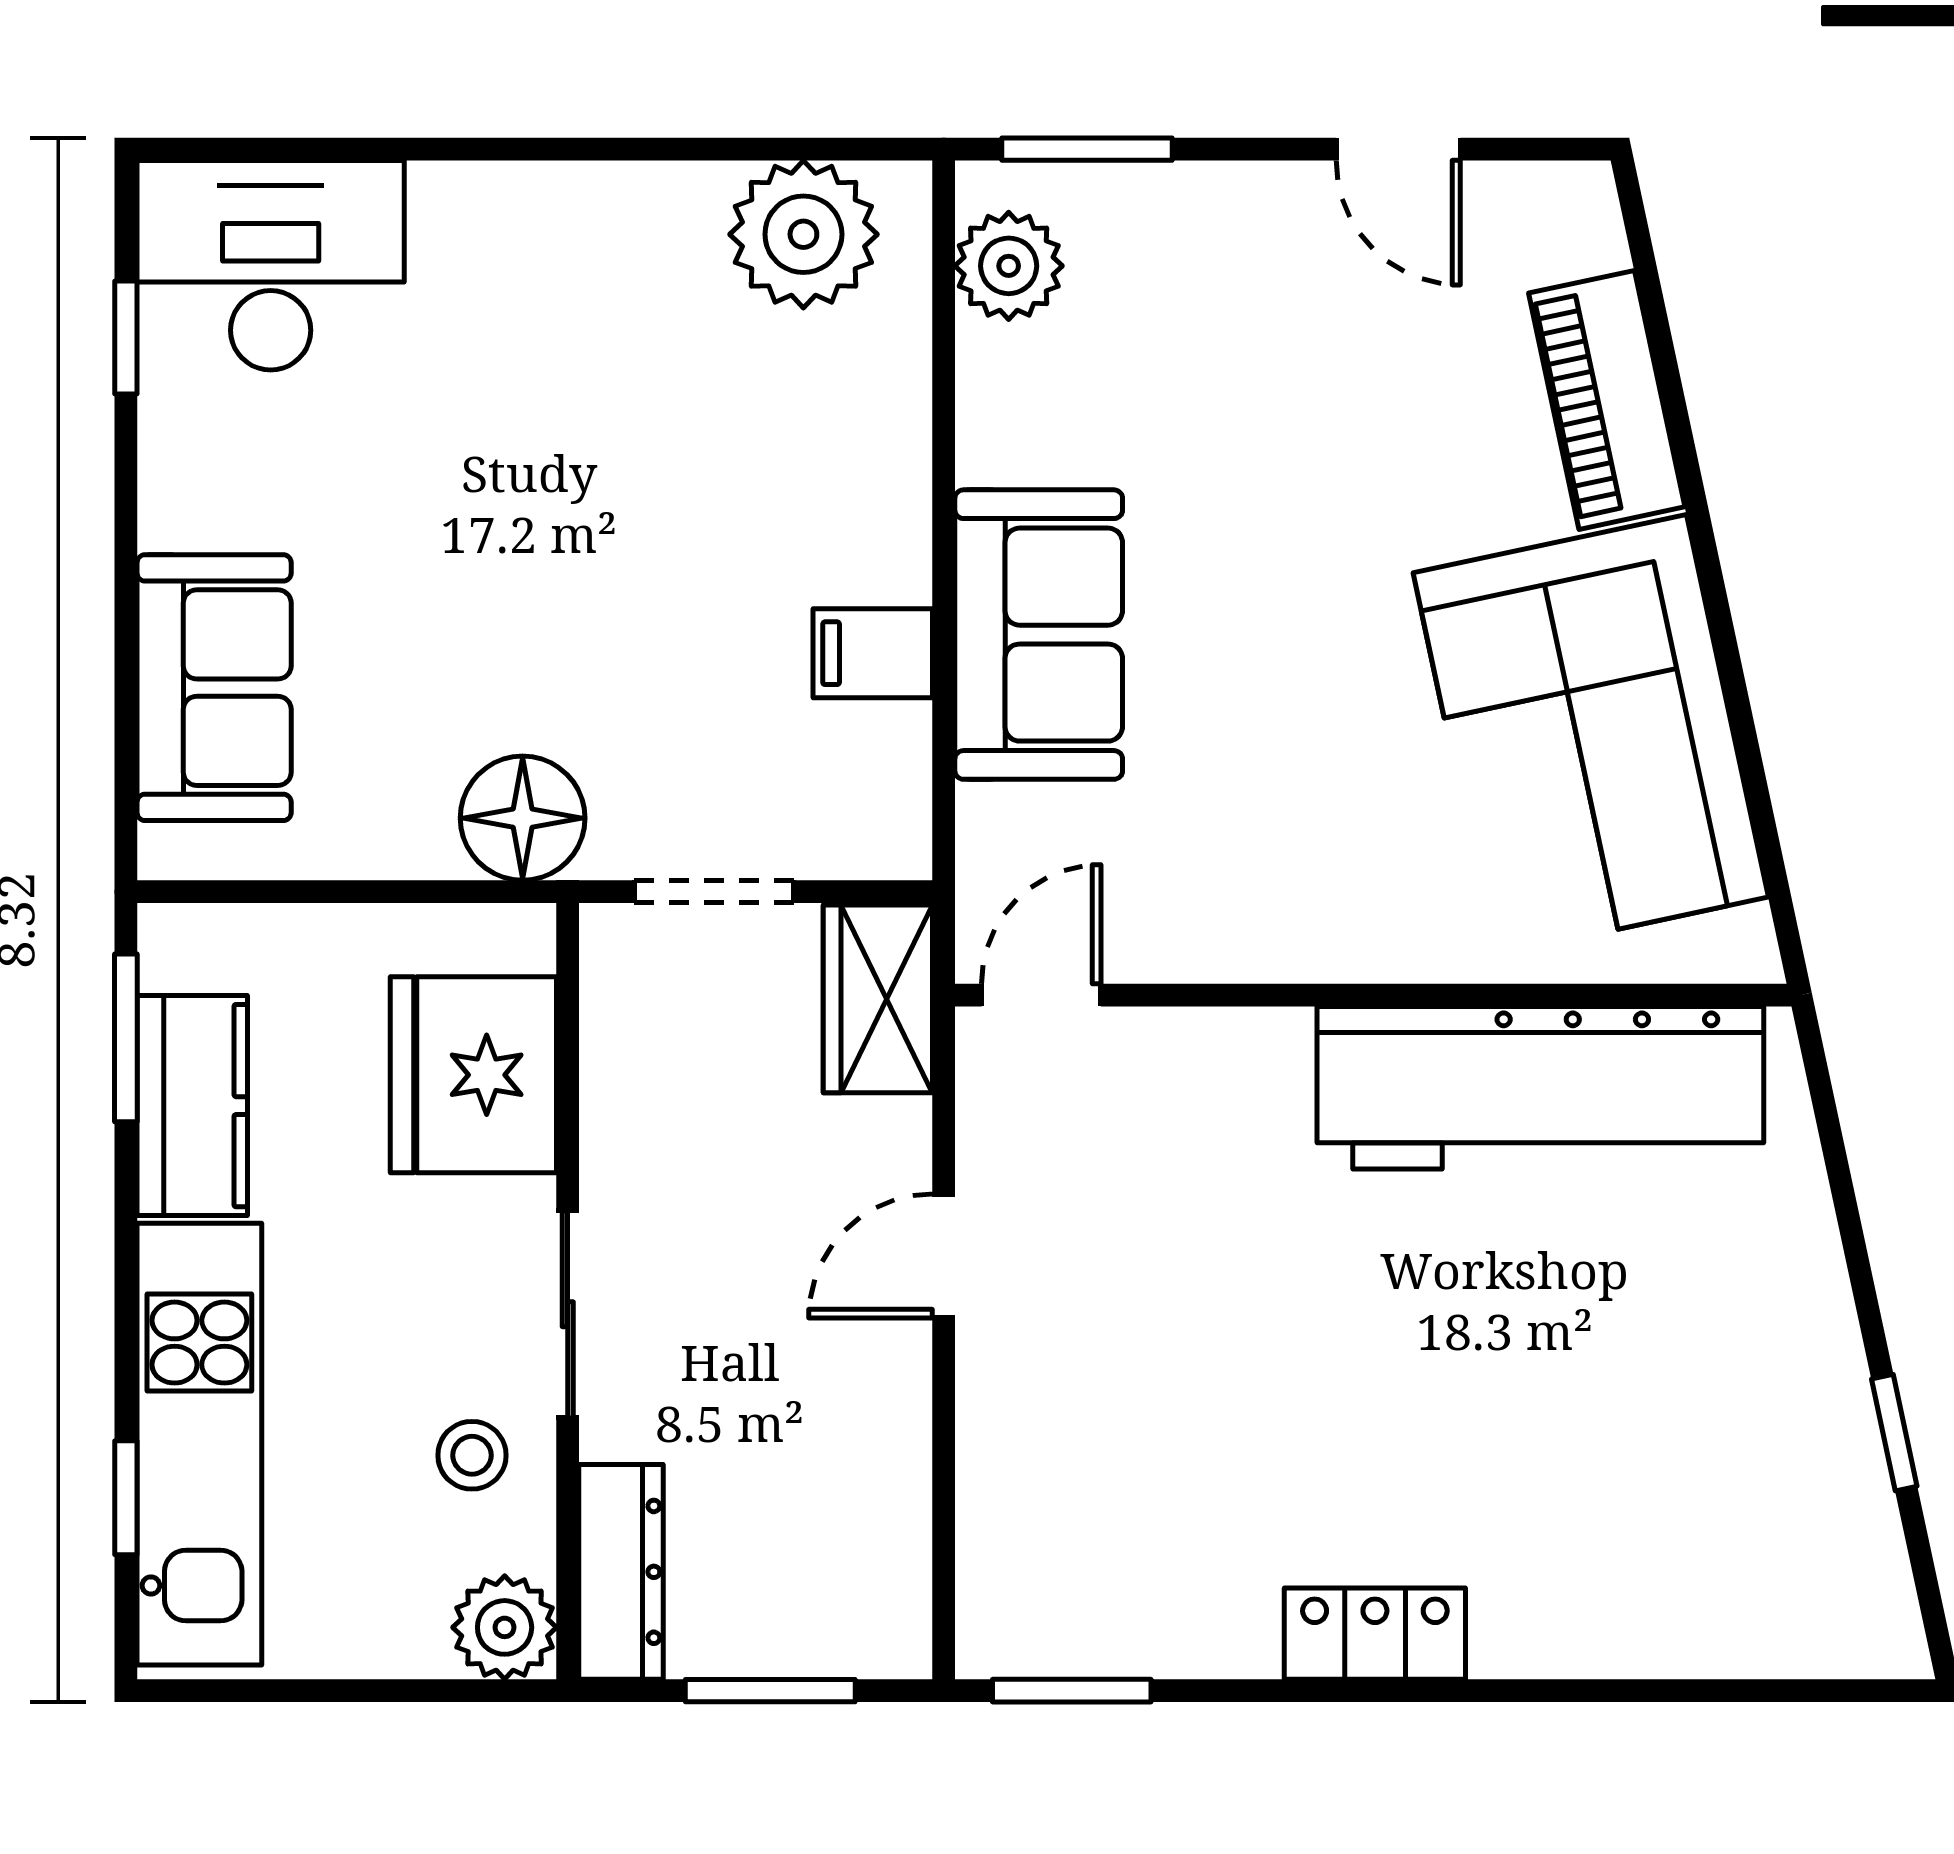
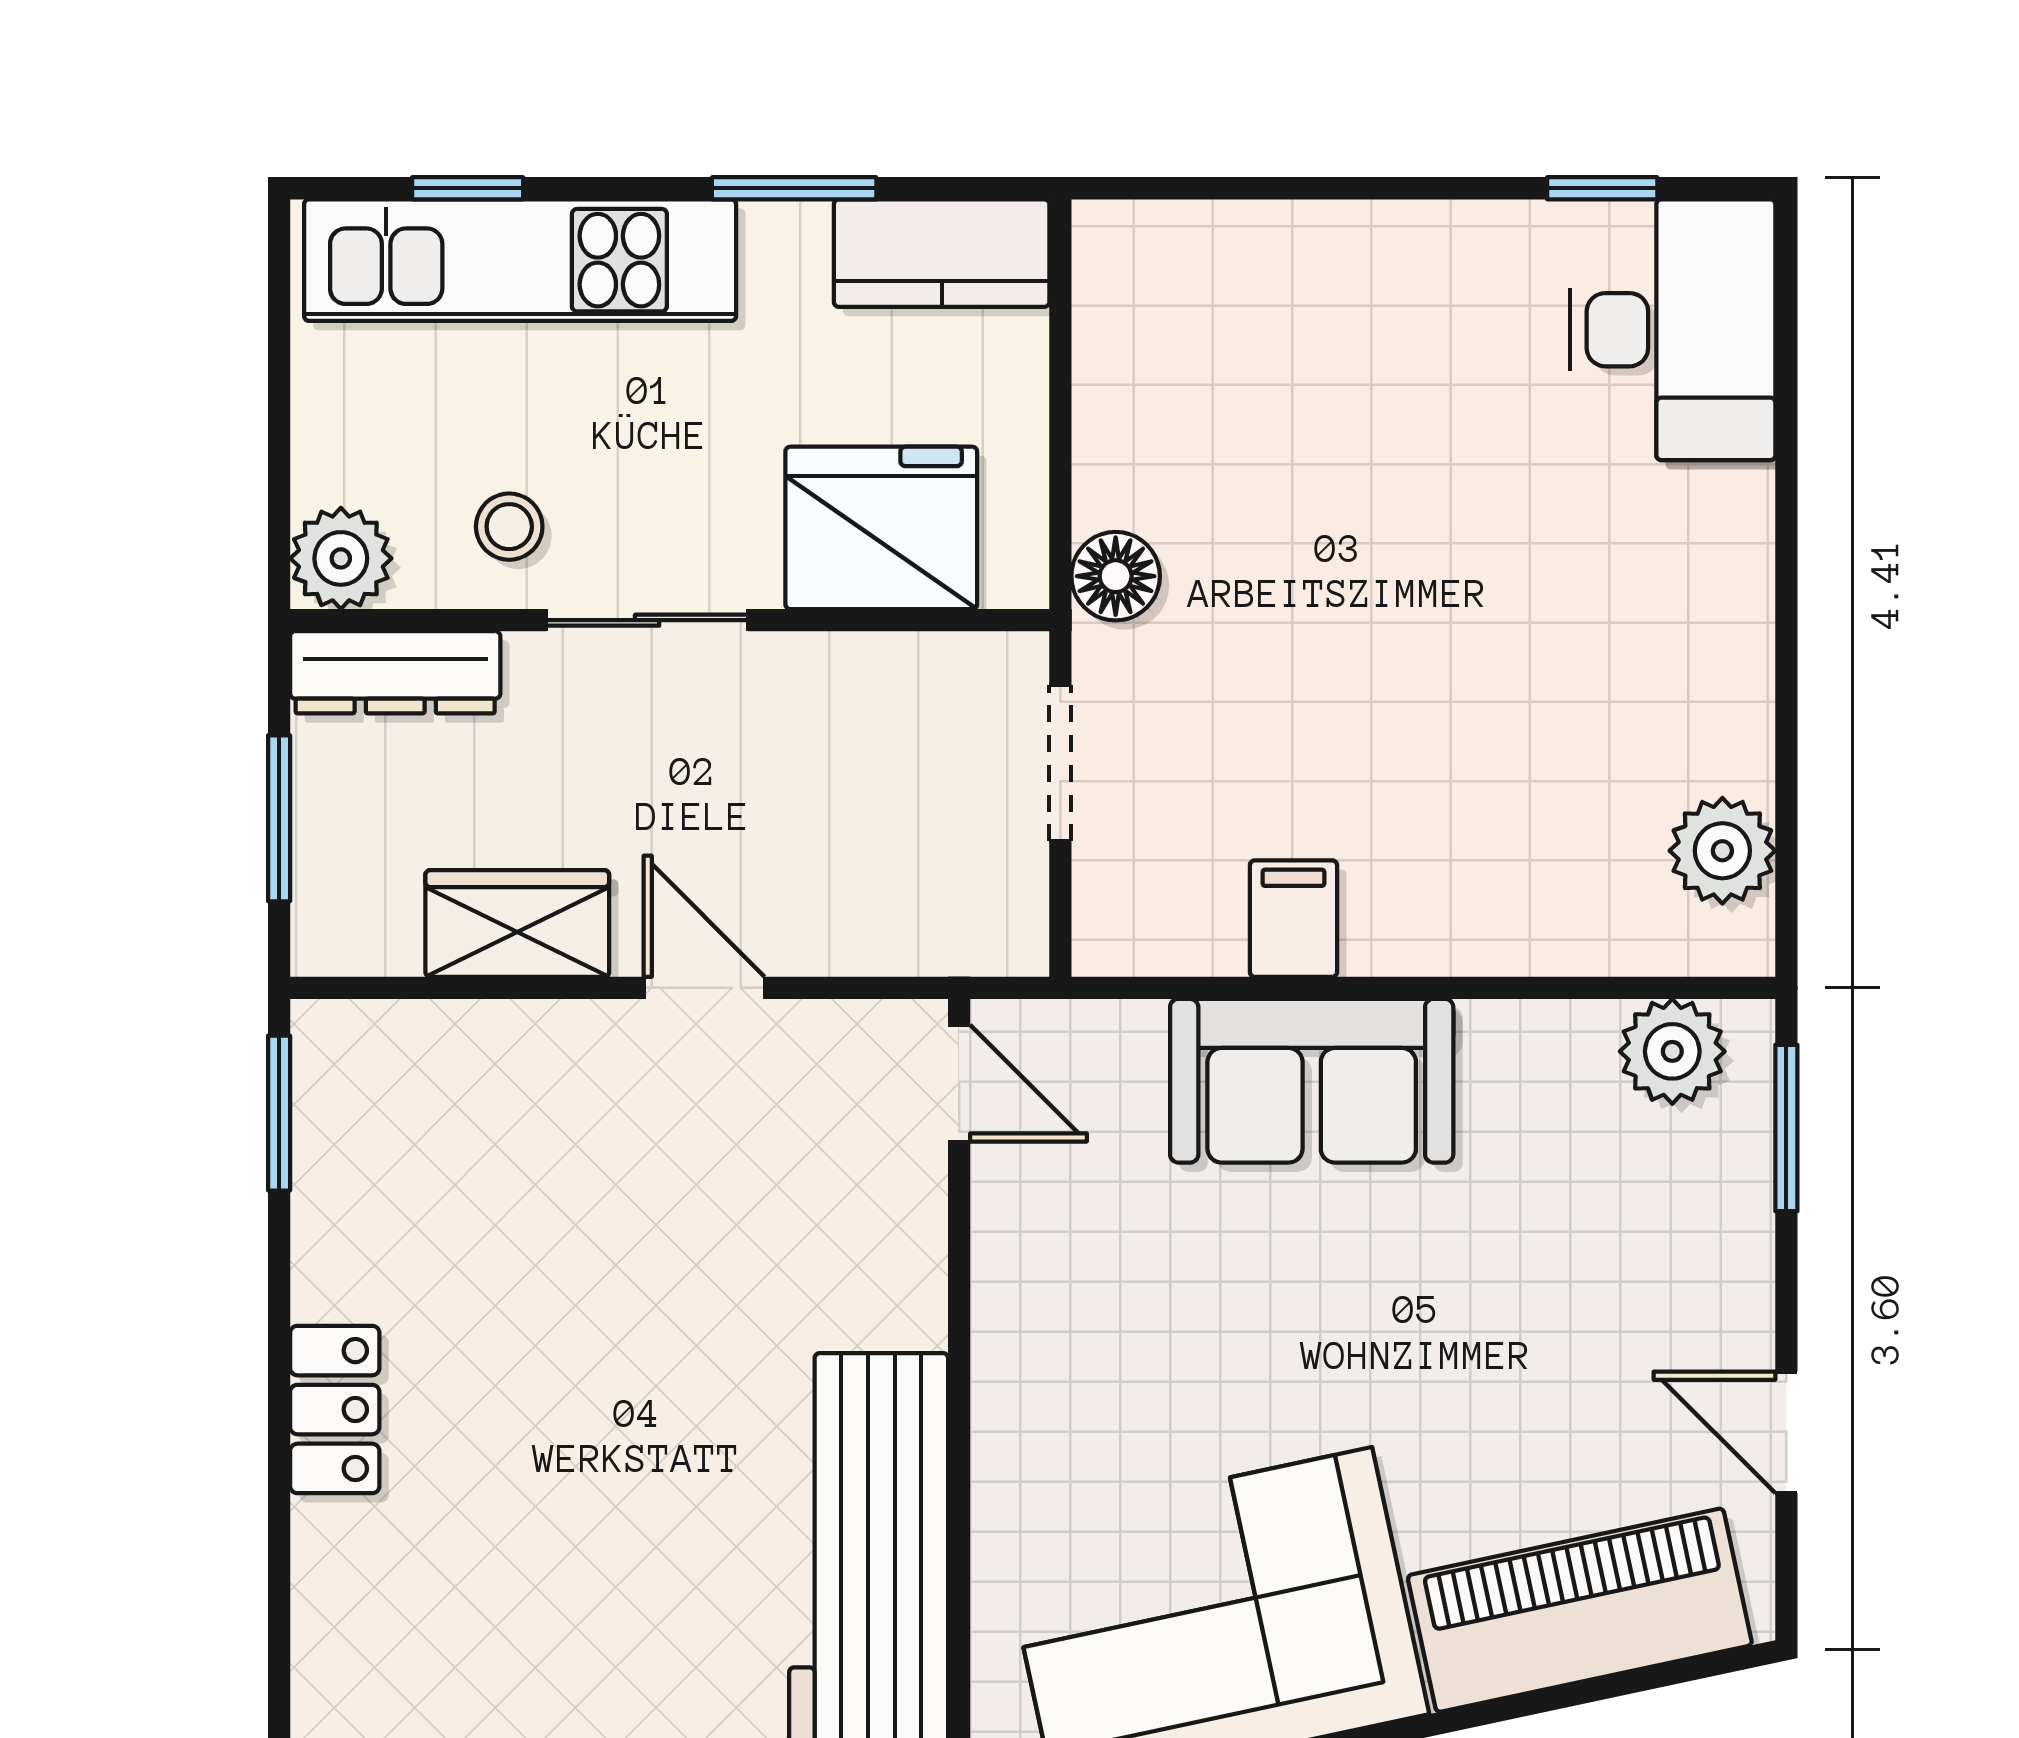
door: (1398, 149) -> (1786, 1432), hinge flipped
plant: (803, 234) -> (1722, 851), width x0.73, depth x0.73
piano: (1607, 400) -> (1580, 1610), width x1.37, depth x1.33
sofa: (214, 688) -> (1260, 274), removed
floor lamp: (523, 818) -> (1116, 576), width x0.73, depth x0.73
wardrobe: (878, 999) -> (517, 923), moved
window: (126, 1038) -> (794, 188), moved
kitchen counter: (192, 1106) -> (942, 253), moved

